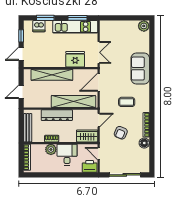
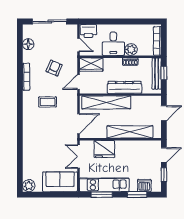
sofa: (140, 69) -> (60, 182), moved, turned -90
window: (21, 128) -> (164, 73), added
floor lamp: (144, 143) -> (28, 44), moved

